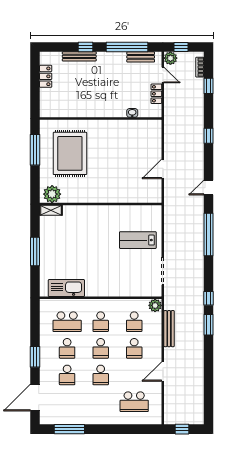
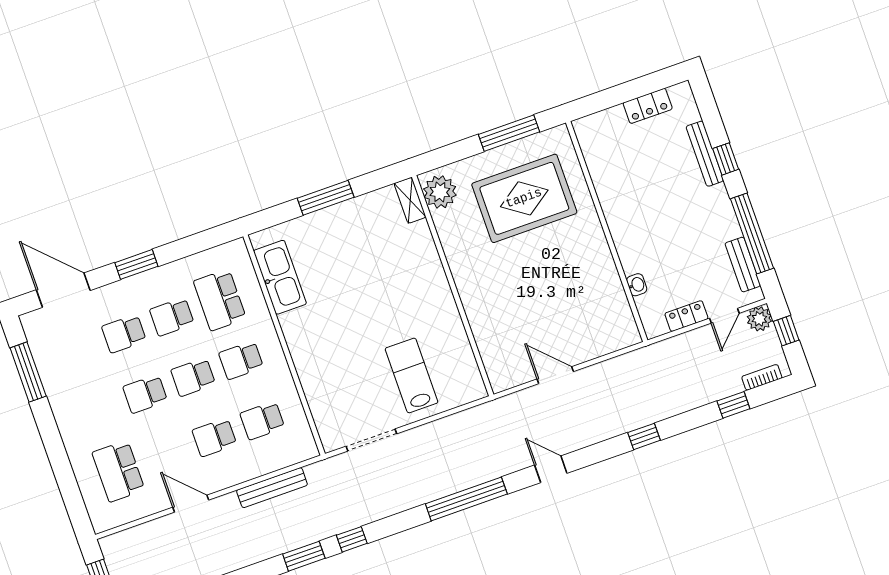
plant: (155, 305) -> (305, 448), removed

